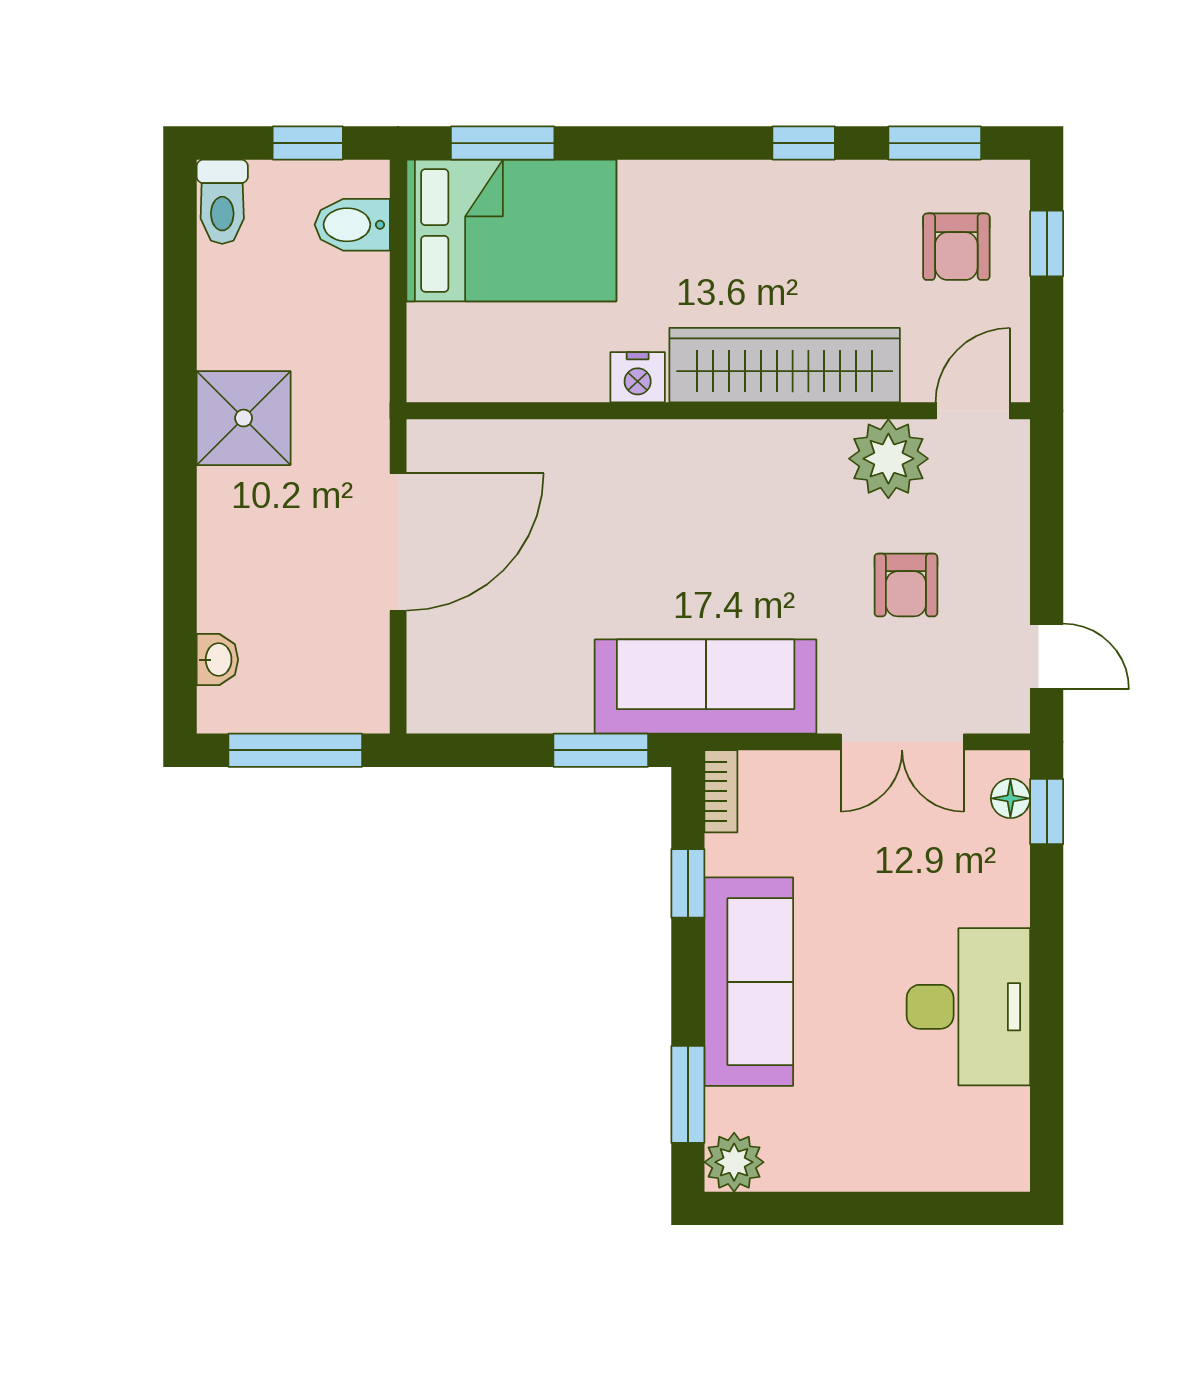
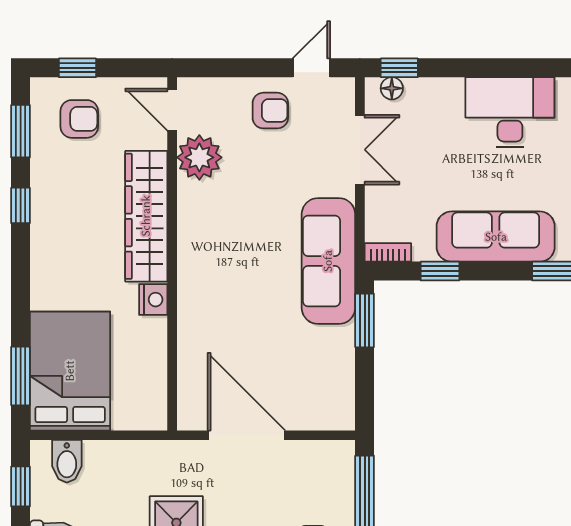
armchair: (906, 585) -> (270, 111), moved

